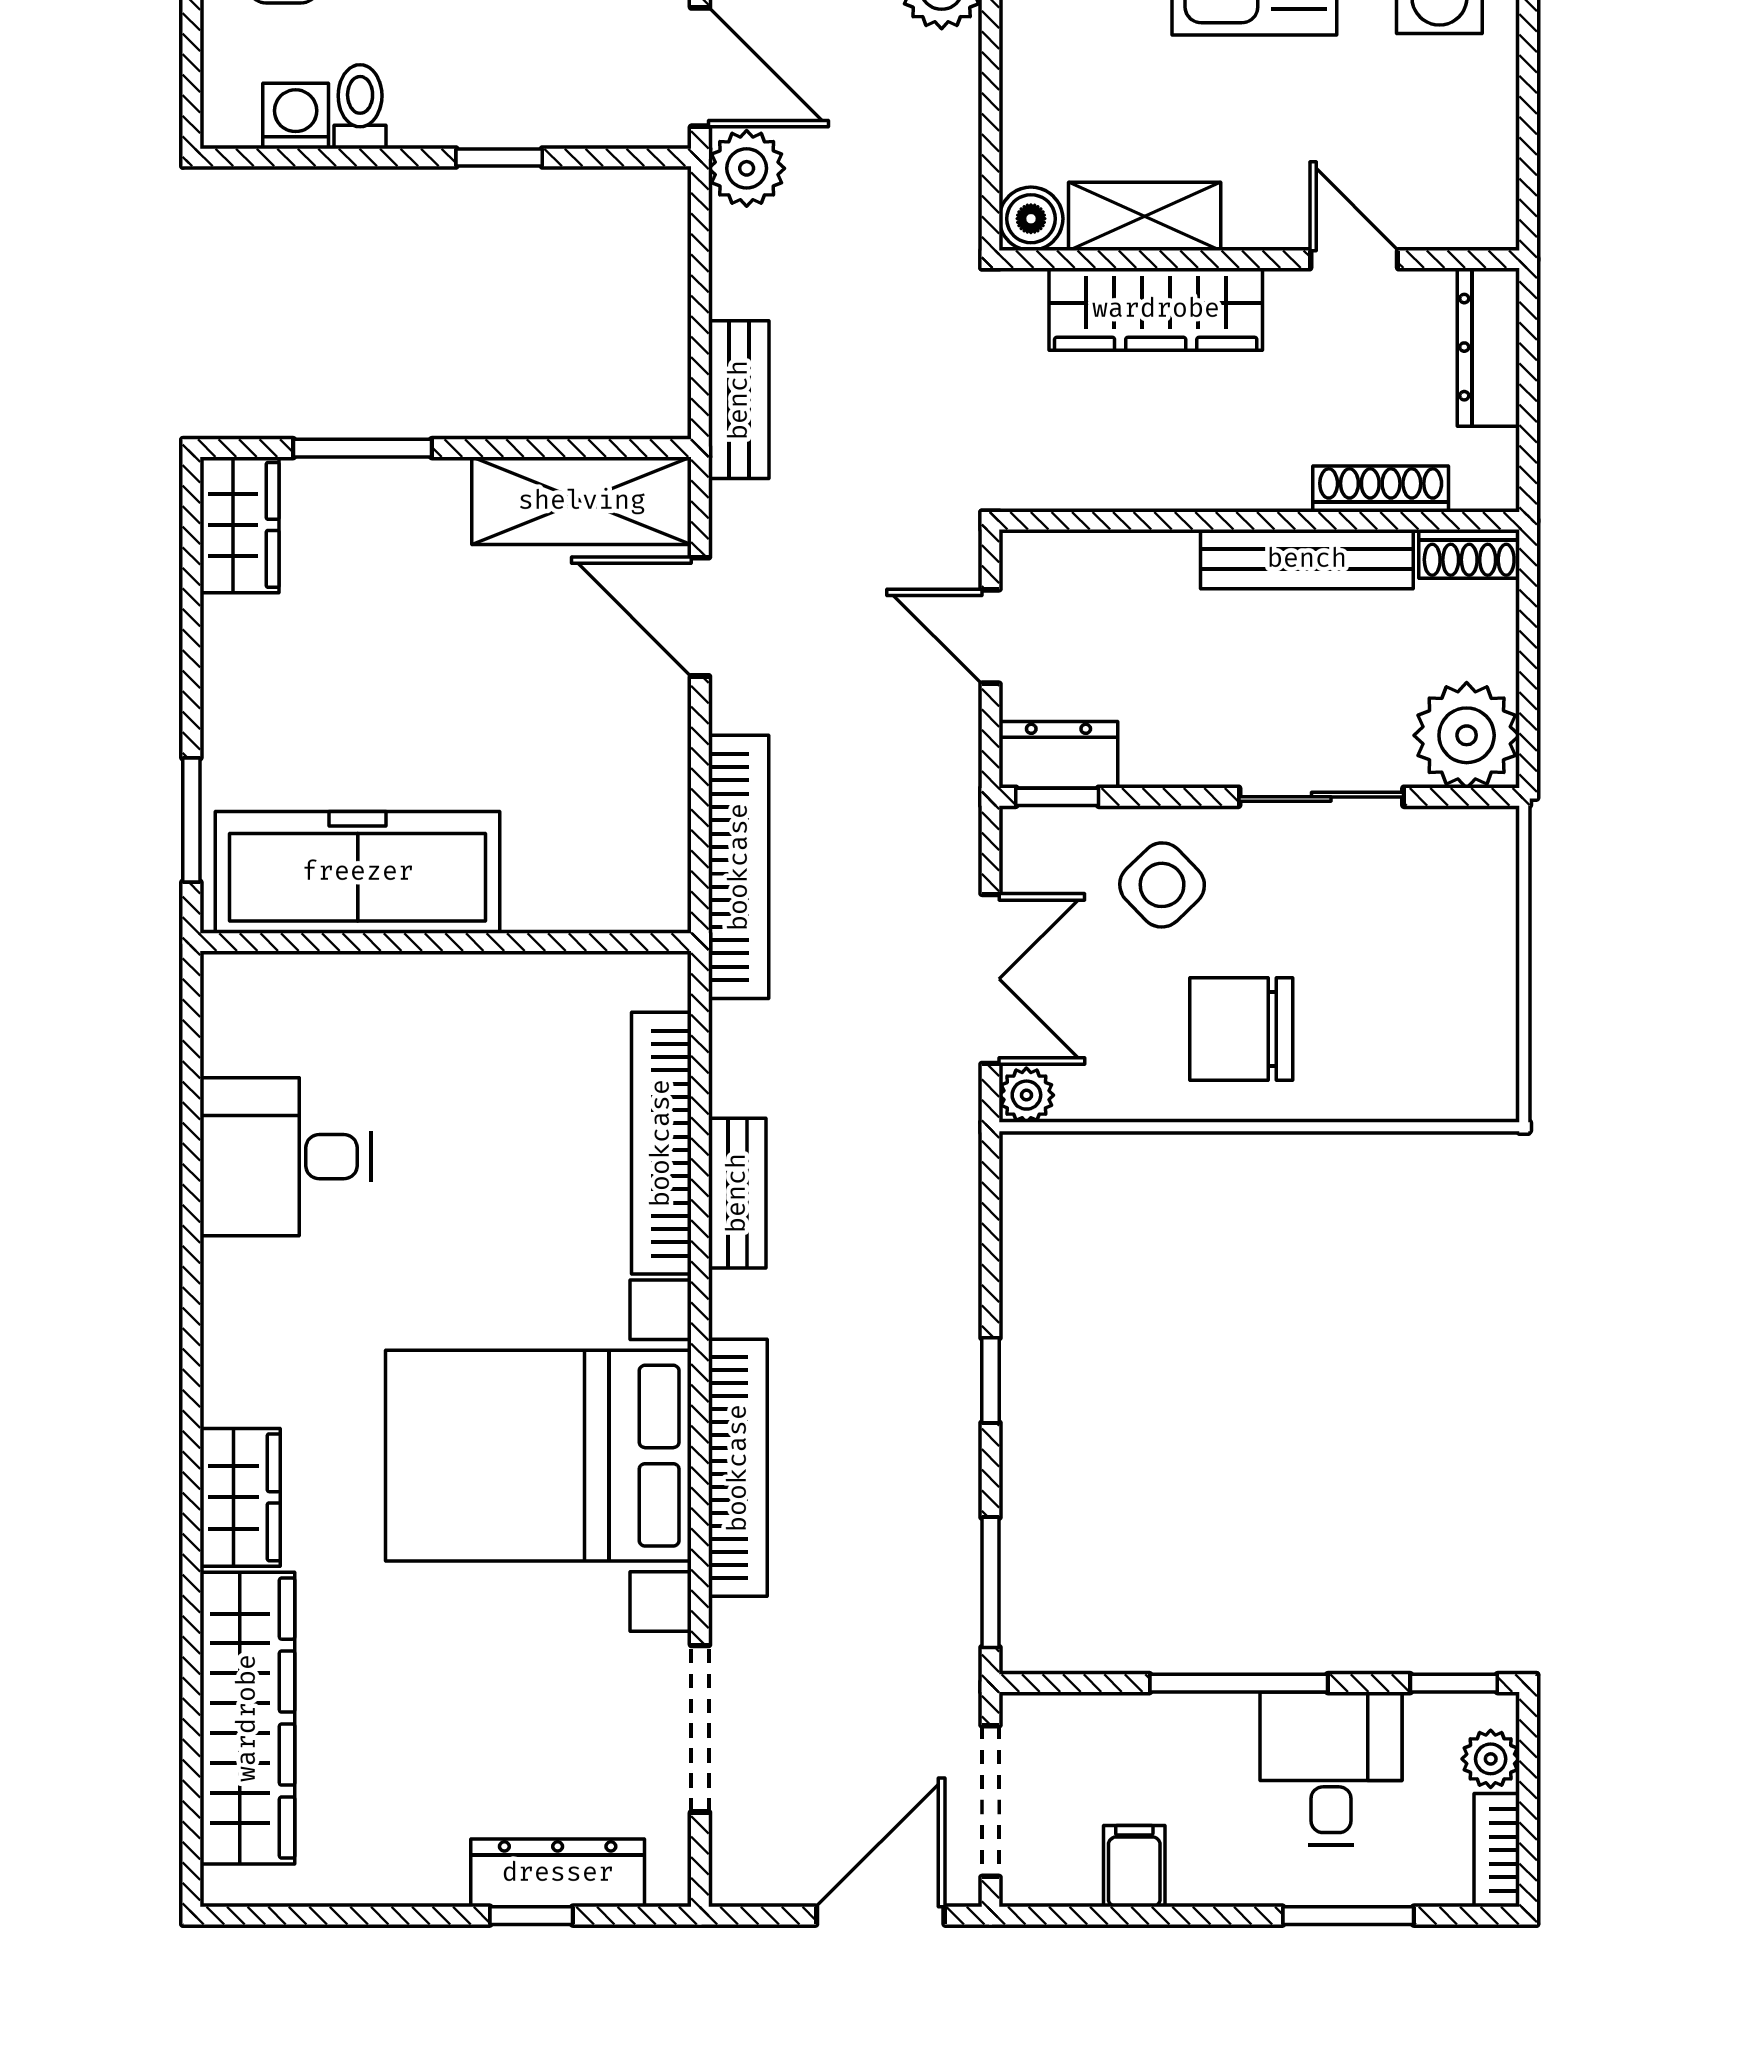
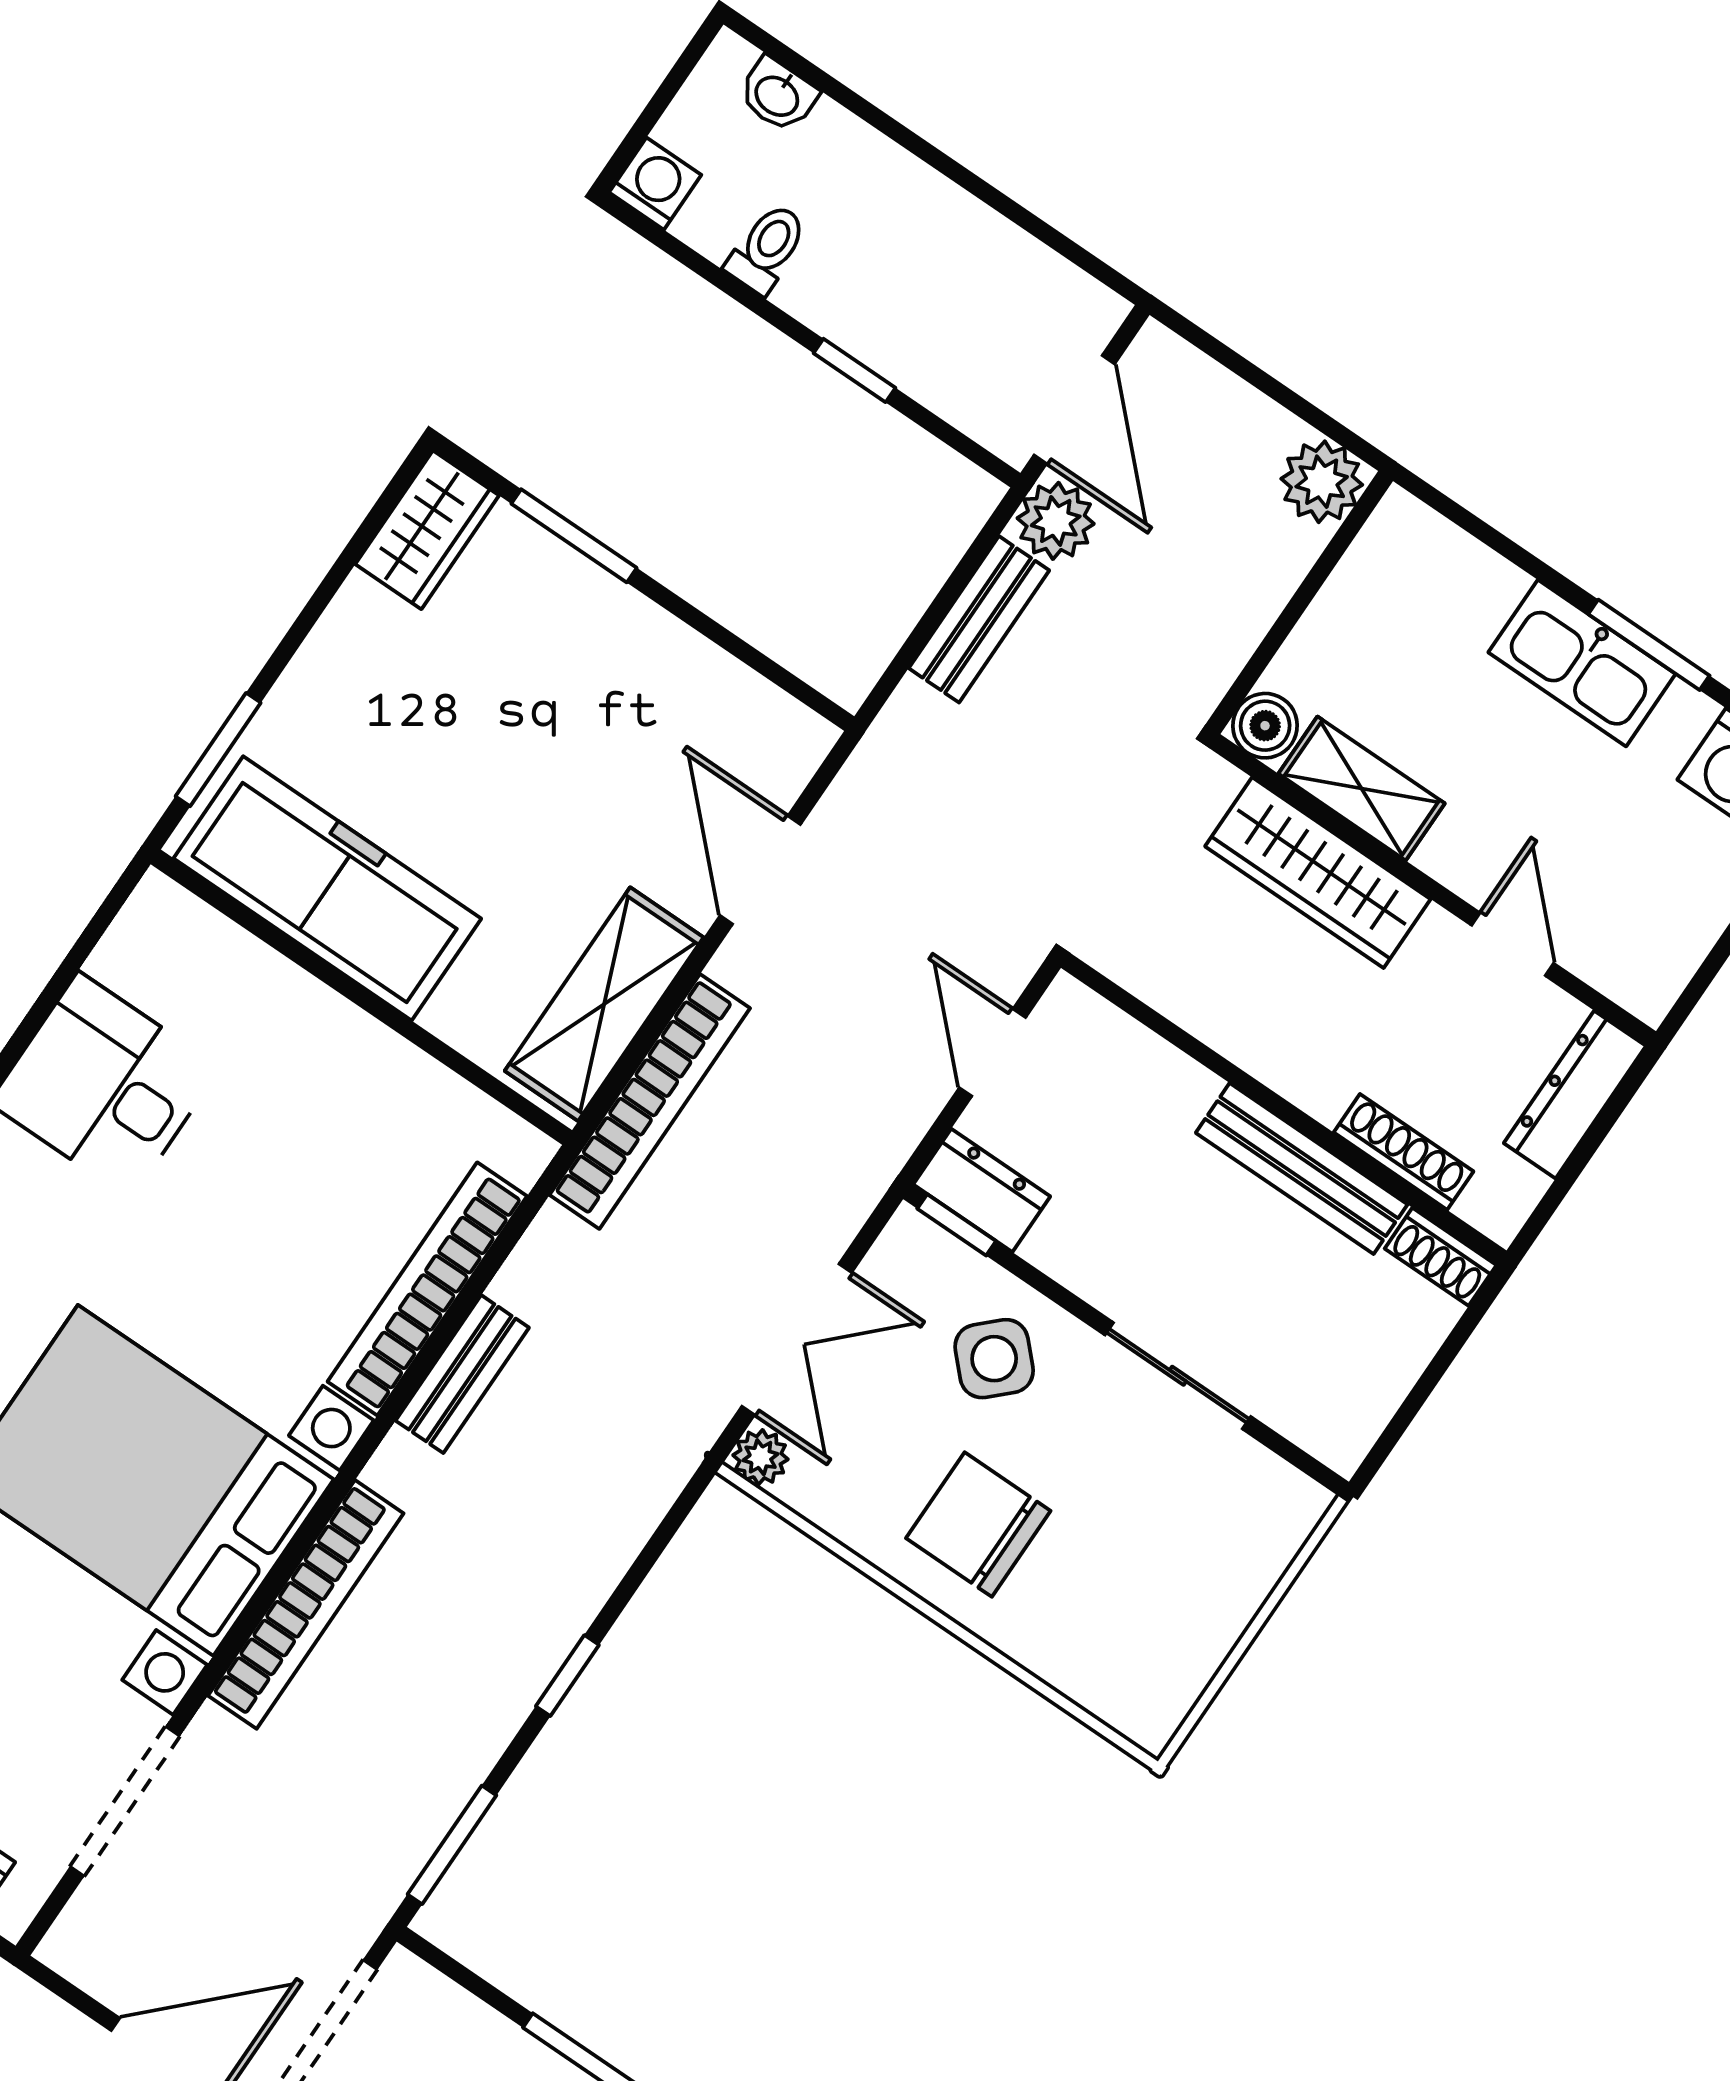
washing machine: (296, 116) -> (655, 184), moved
bench: (739, 400) -> (979, 619), moved
shelving: (582, 501) -> (604, 1004), moved, turned 90
plant: (1467, 735) -> (1335, 1407), removed

